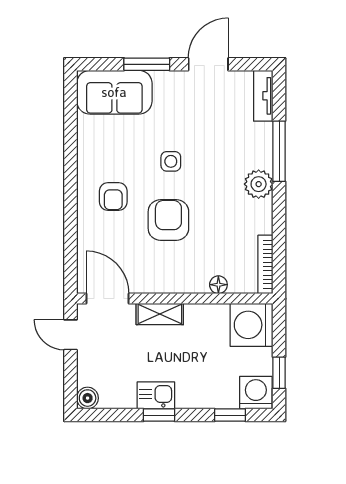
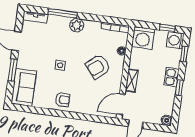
armchair: (113, 196) -> (63, 100), moved
armchair: (168, 220) -> (98, 66), moved, turned -41
kitchen sink: (156, 395) -> (171, 77), moved

